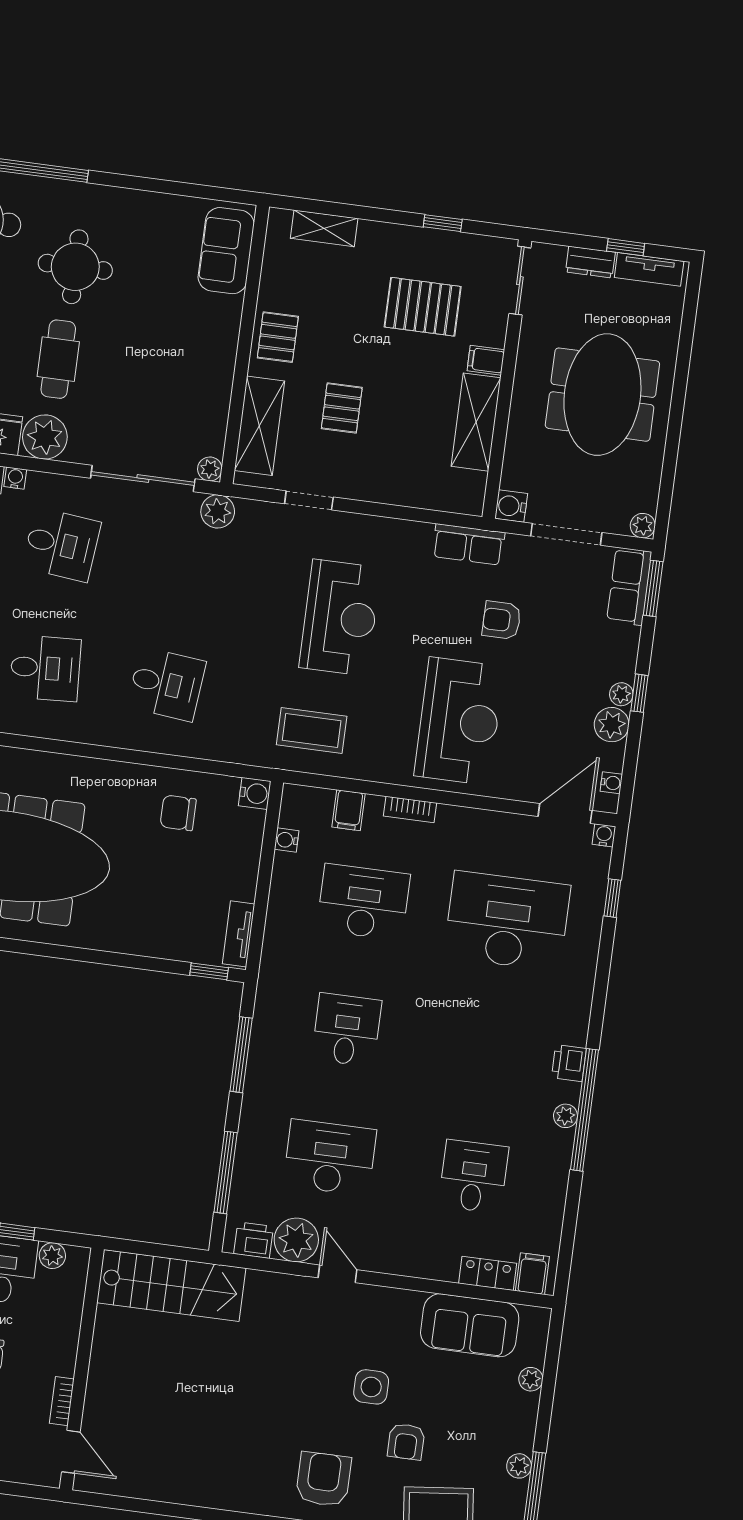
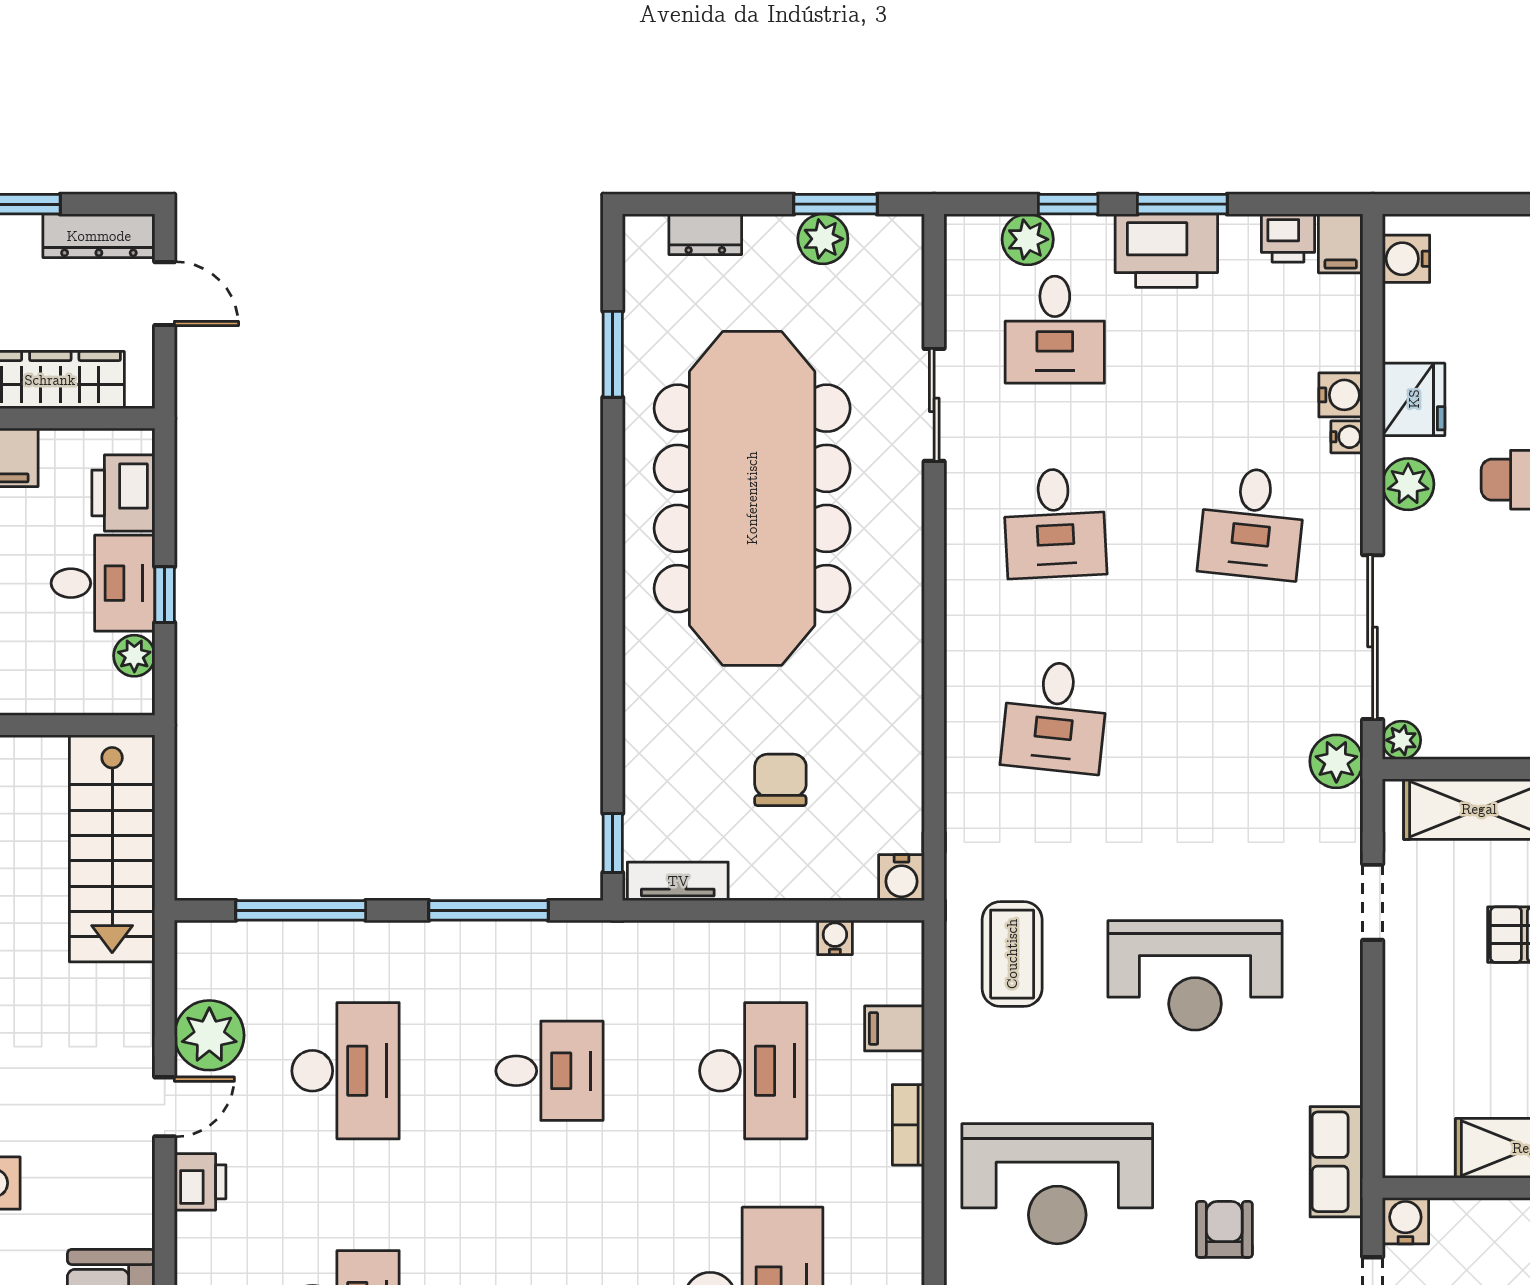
plant: (45, 437) -> (1408, 484), width x0.73, depth x0.73
chair: (178, 813) -> (780, 780), moved
printer: (254, 1240) -> (200, 1182), moved

